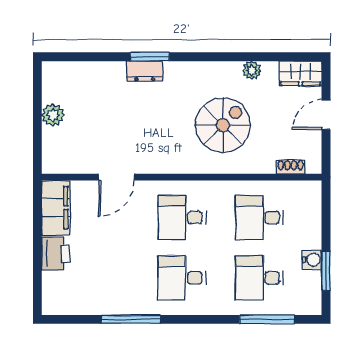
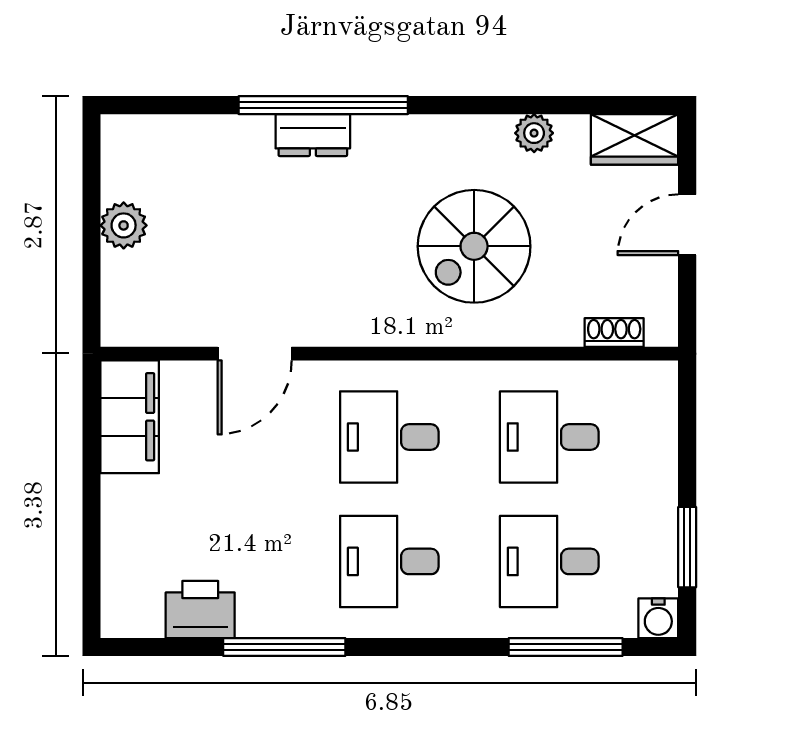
window: (150, 57) -> (323, 105), width x2.11
spiral stairs: (223, 125) -> (474, 246), turned 180
printer: (56, 254) -> (200, 610), moved, turned -90
water cooler: (312, 260) -> (658, 618), moved, turned 90

